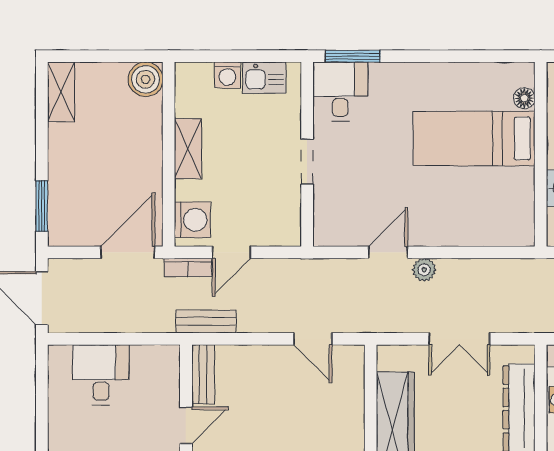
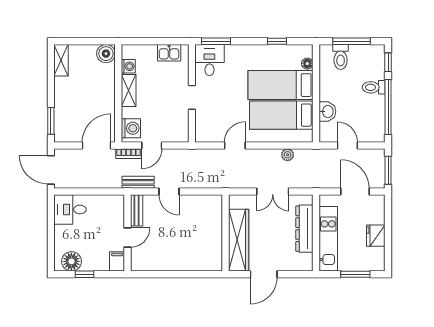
window: (467, 56) -> (277, 41), added
washing machine: (227, 75) -> (128, 66), moved, turned -90
bed: (475, 195) -> (281, 115), added
plant: (424, 270) -> (288, 155), moved
door: (313, 339) -> (169, 192), moved
desk: (101, 375) -> (70, 209), moved, turned -90

